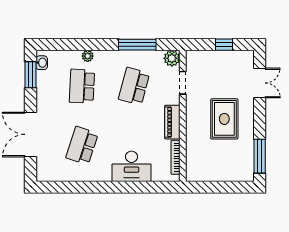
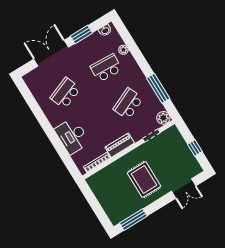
plant: (88, 56) -> (123, 50), moved
window: (30, 75) -> (81, 34), moved
school desk: (134, 86) -> (128, 104), turned -39
rug: (224, 119) -> (144, 180), turned 90
school desk: (82, 146) -> (65, 93), turned -39

